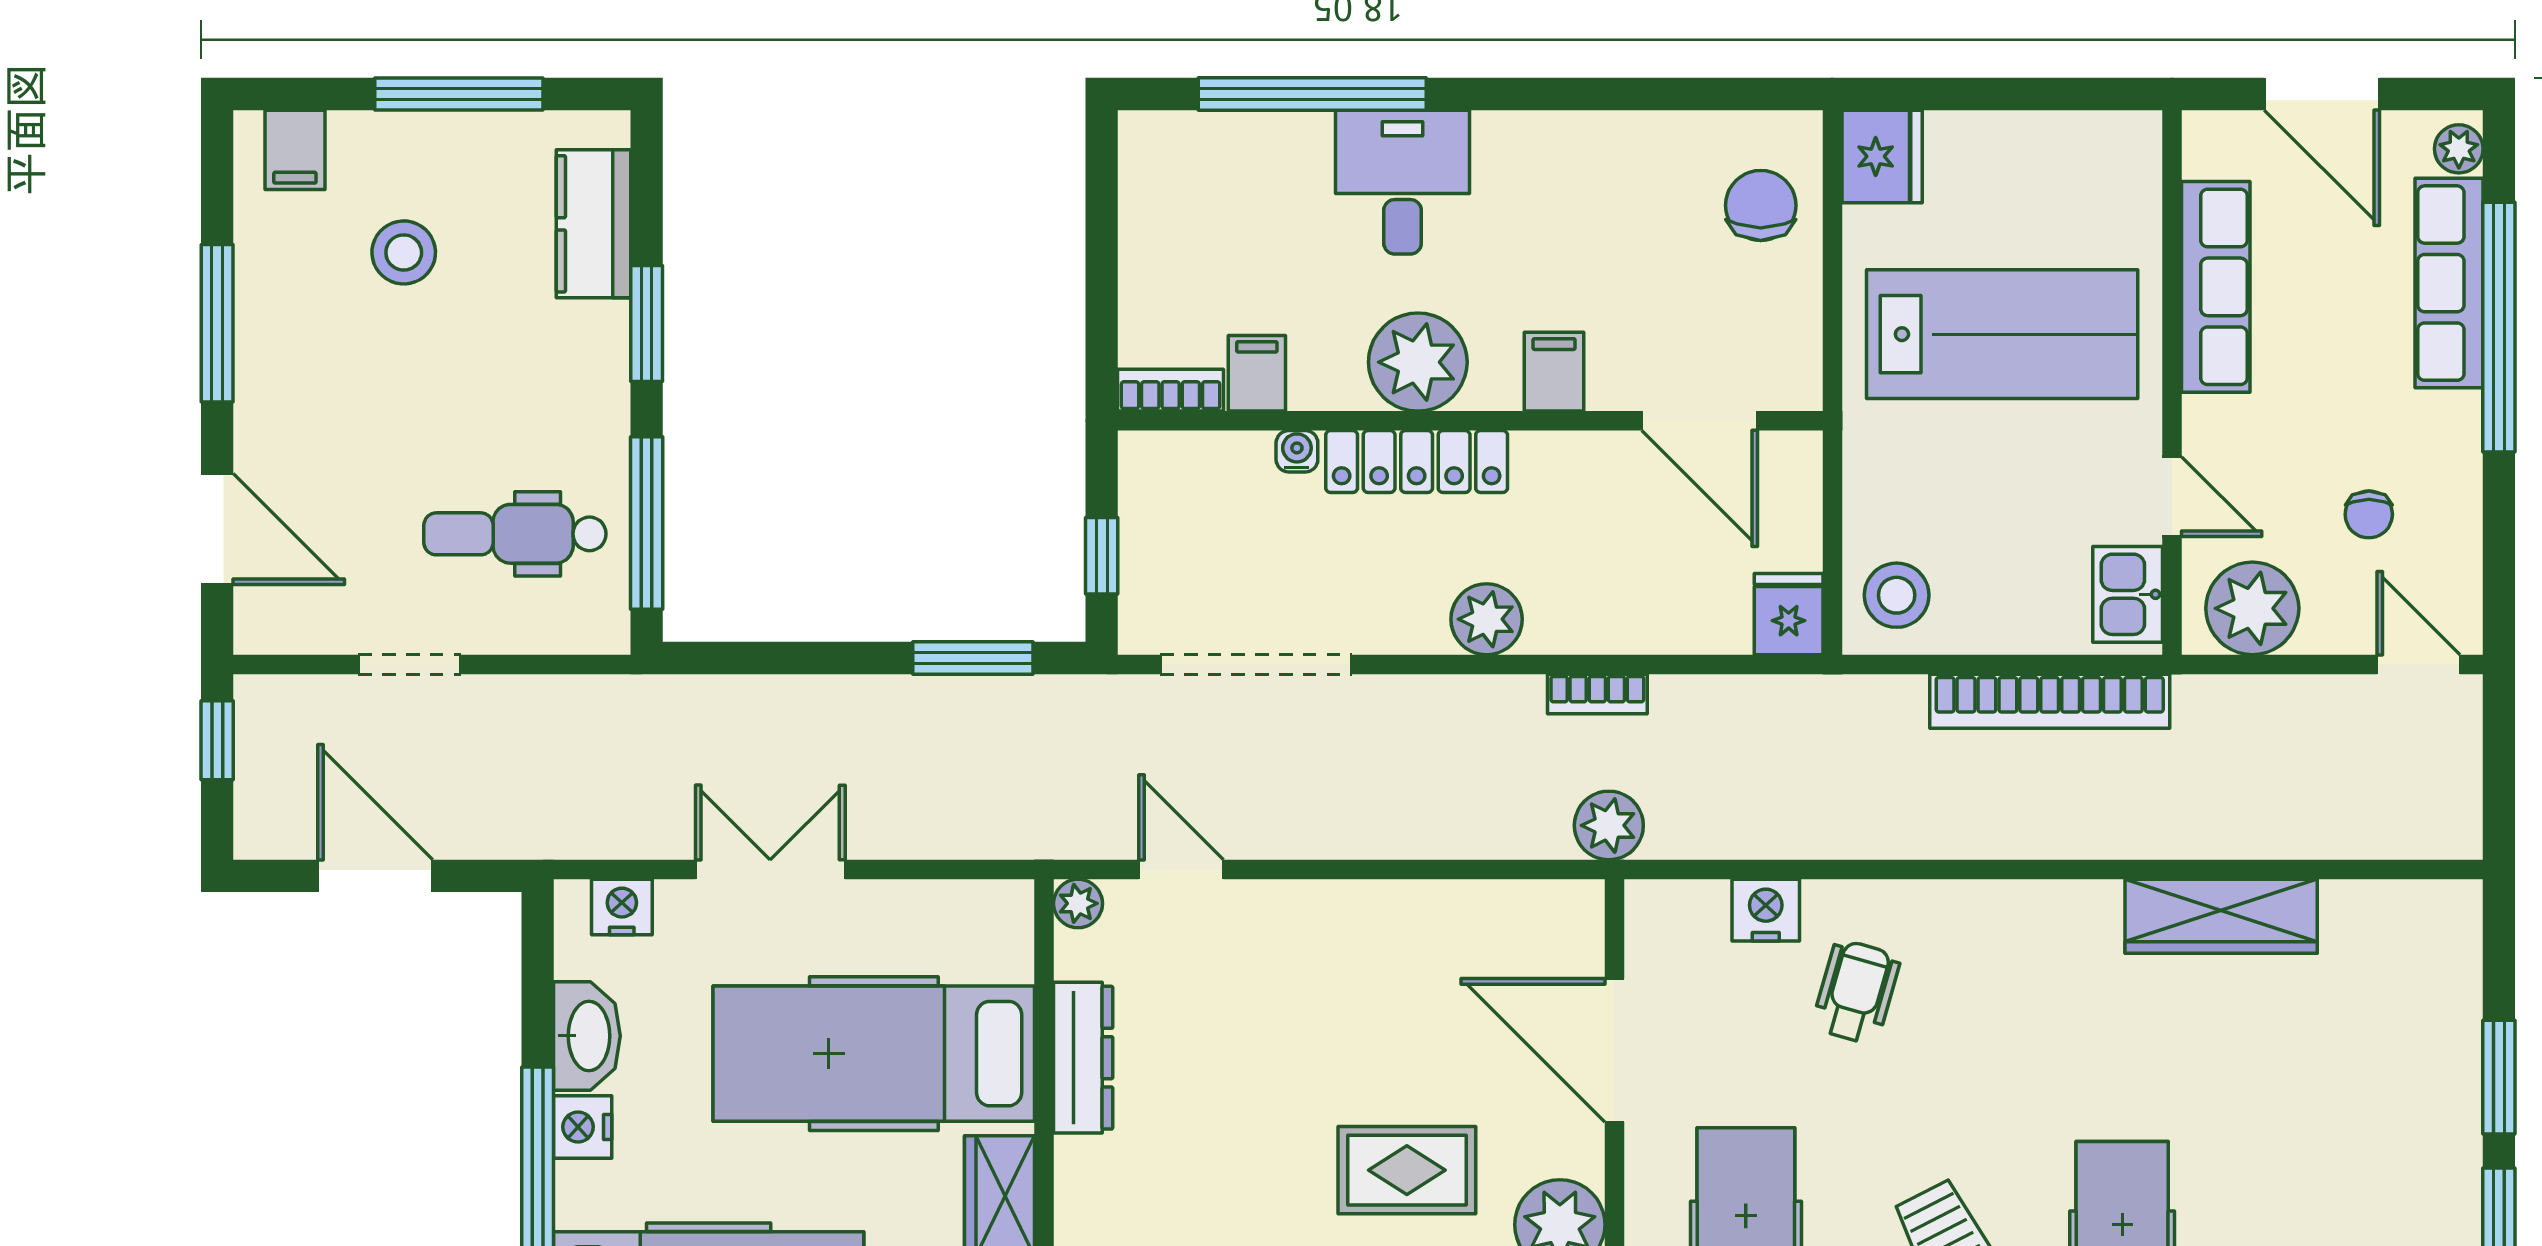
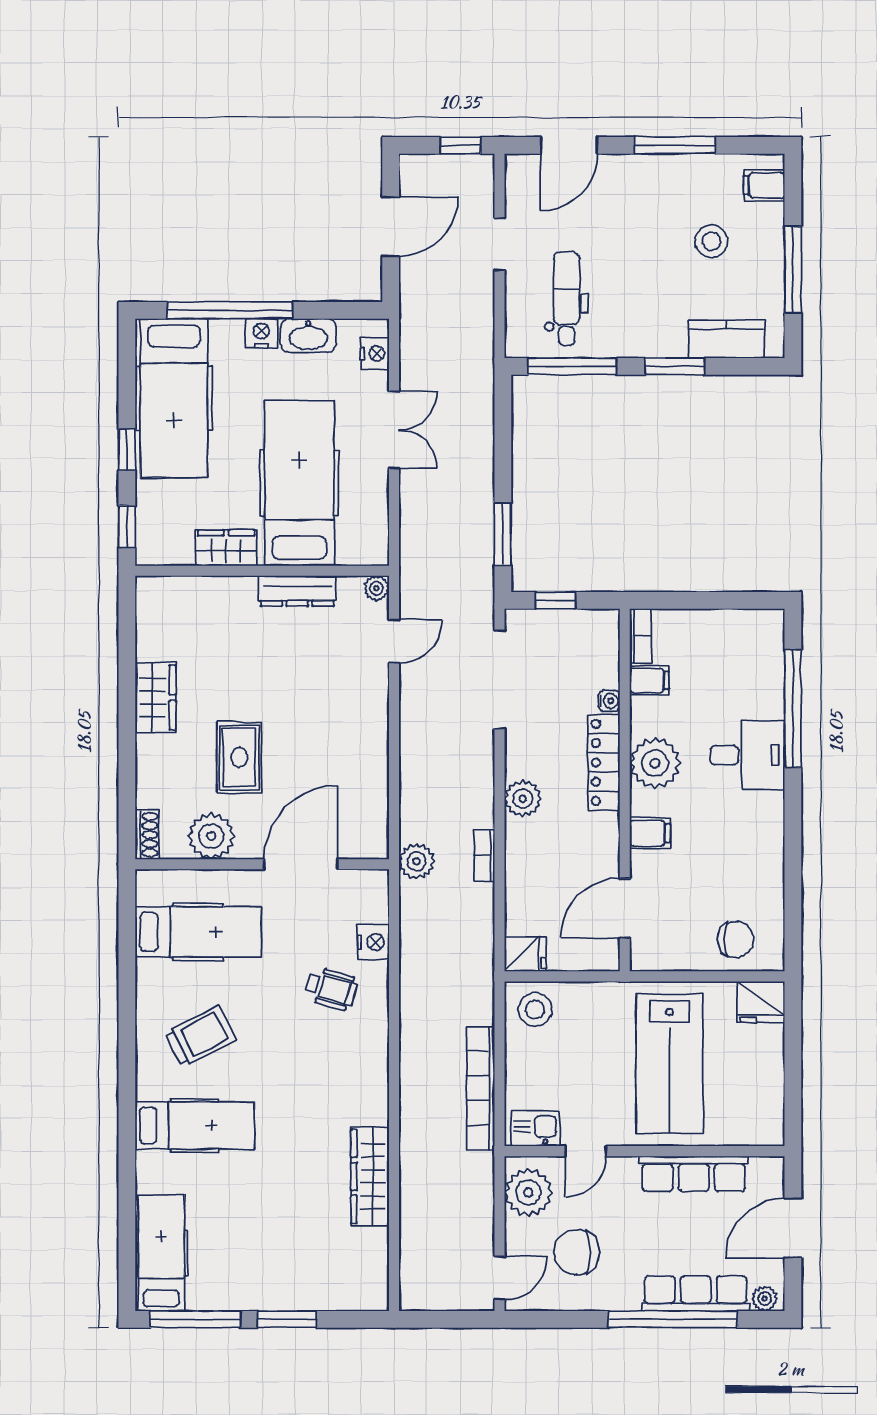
chair: (2369, 514) -> (577, 1252), width x1.87, depth x1.87

